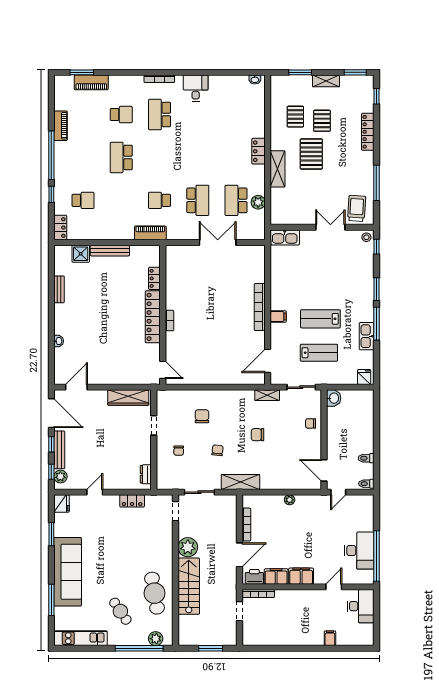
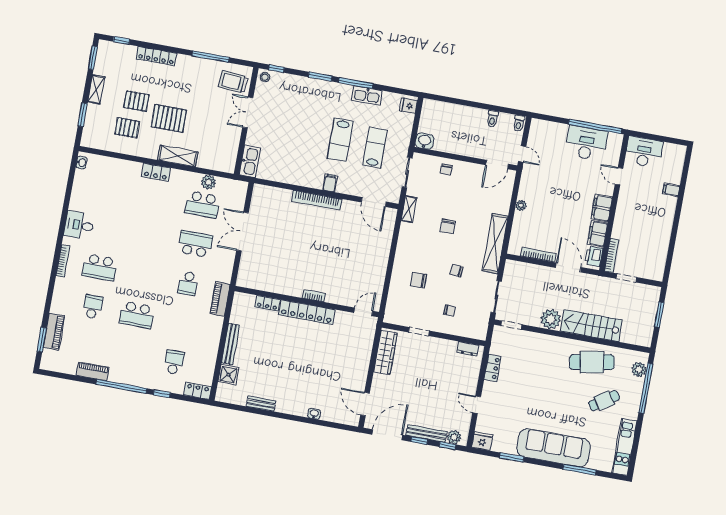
shelving: (240, 482) -> (495, 244), width x1.47

